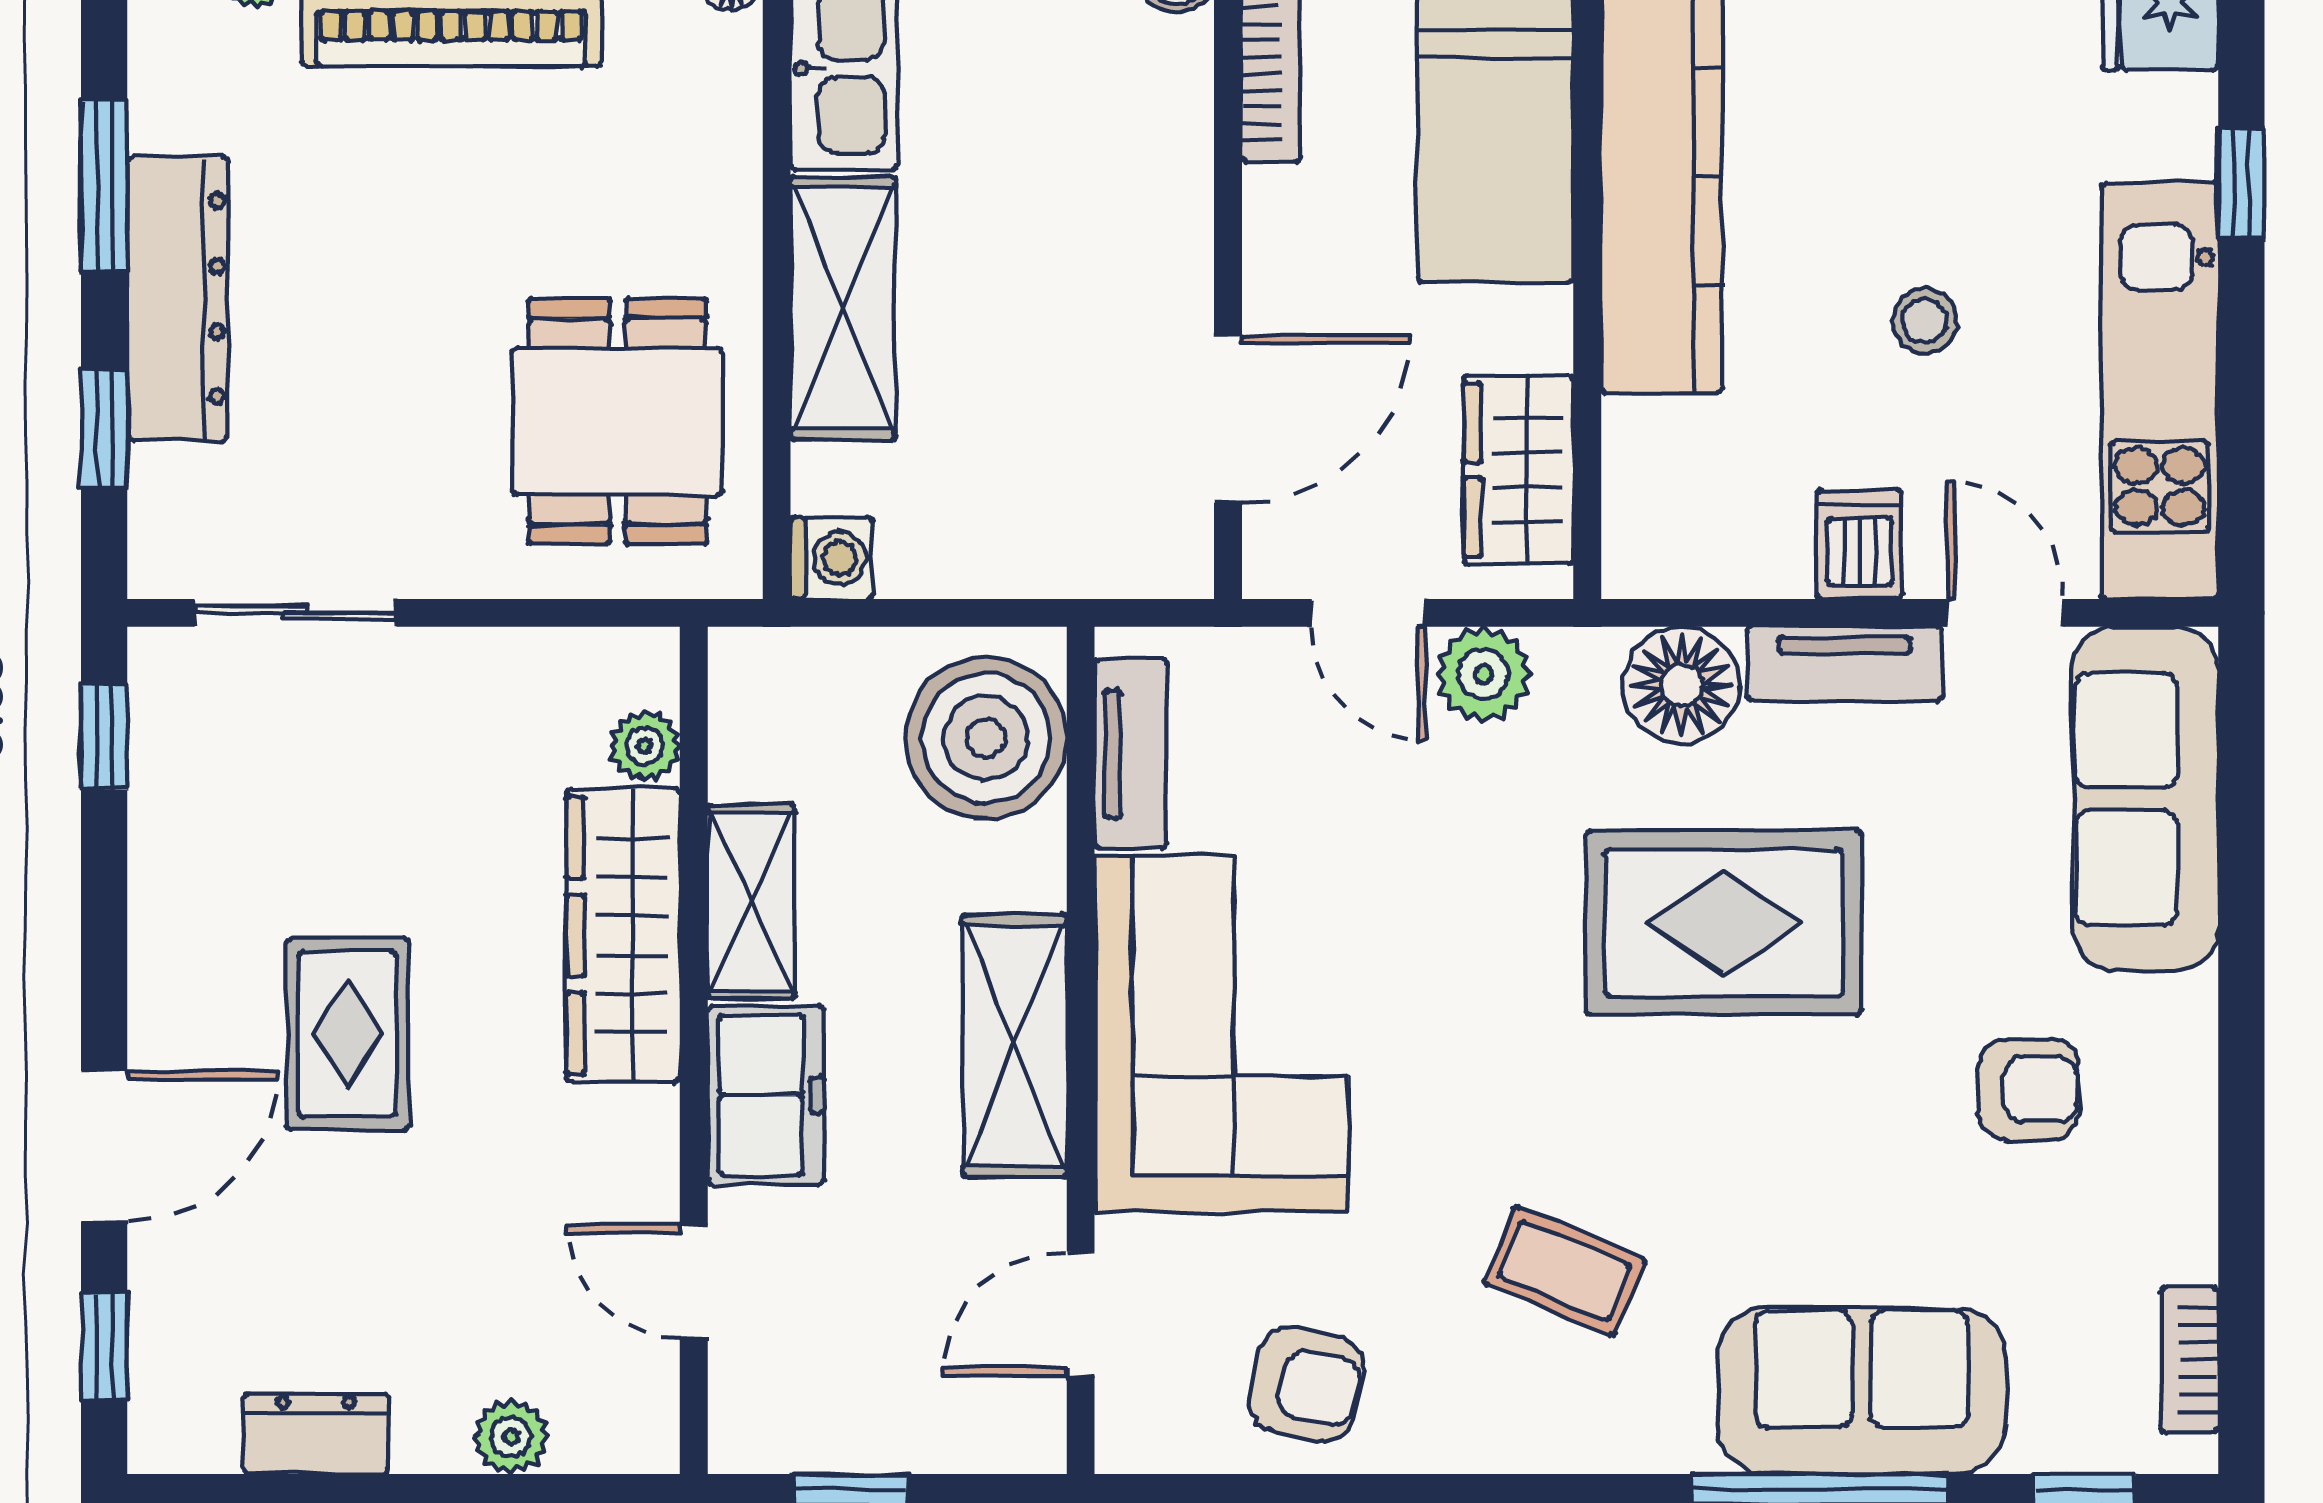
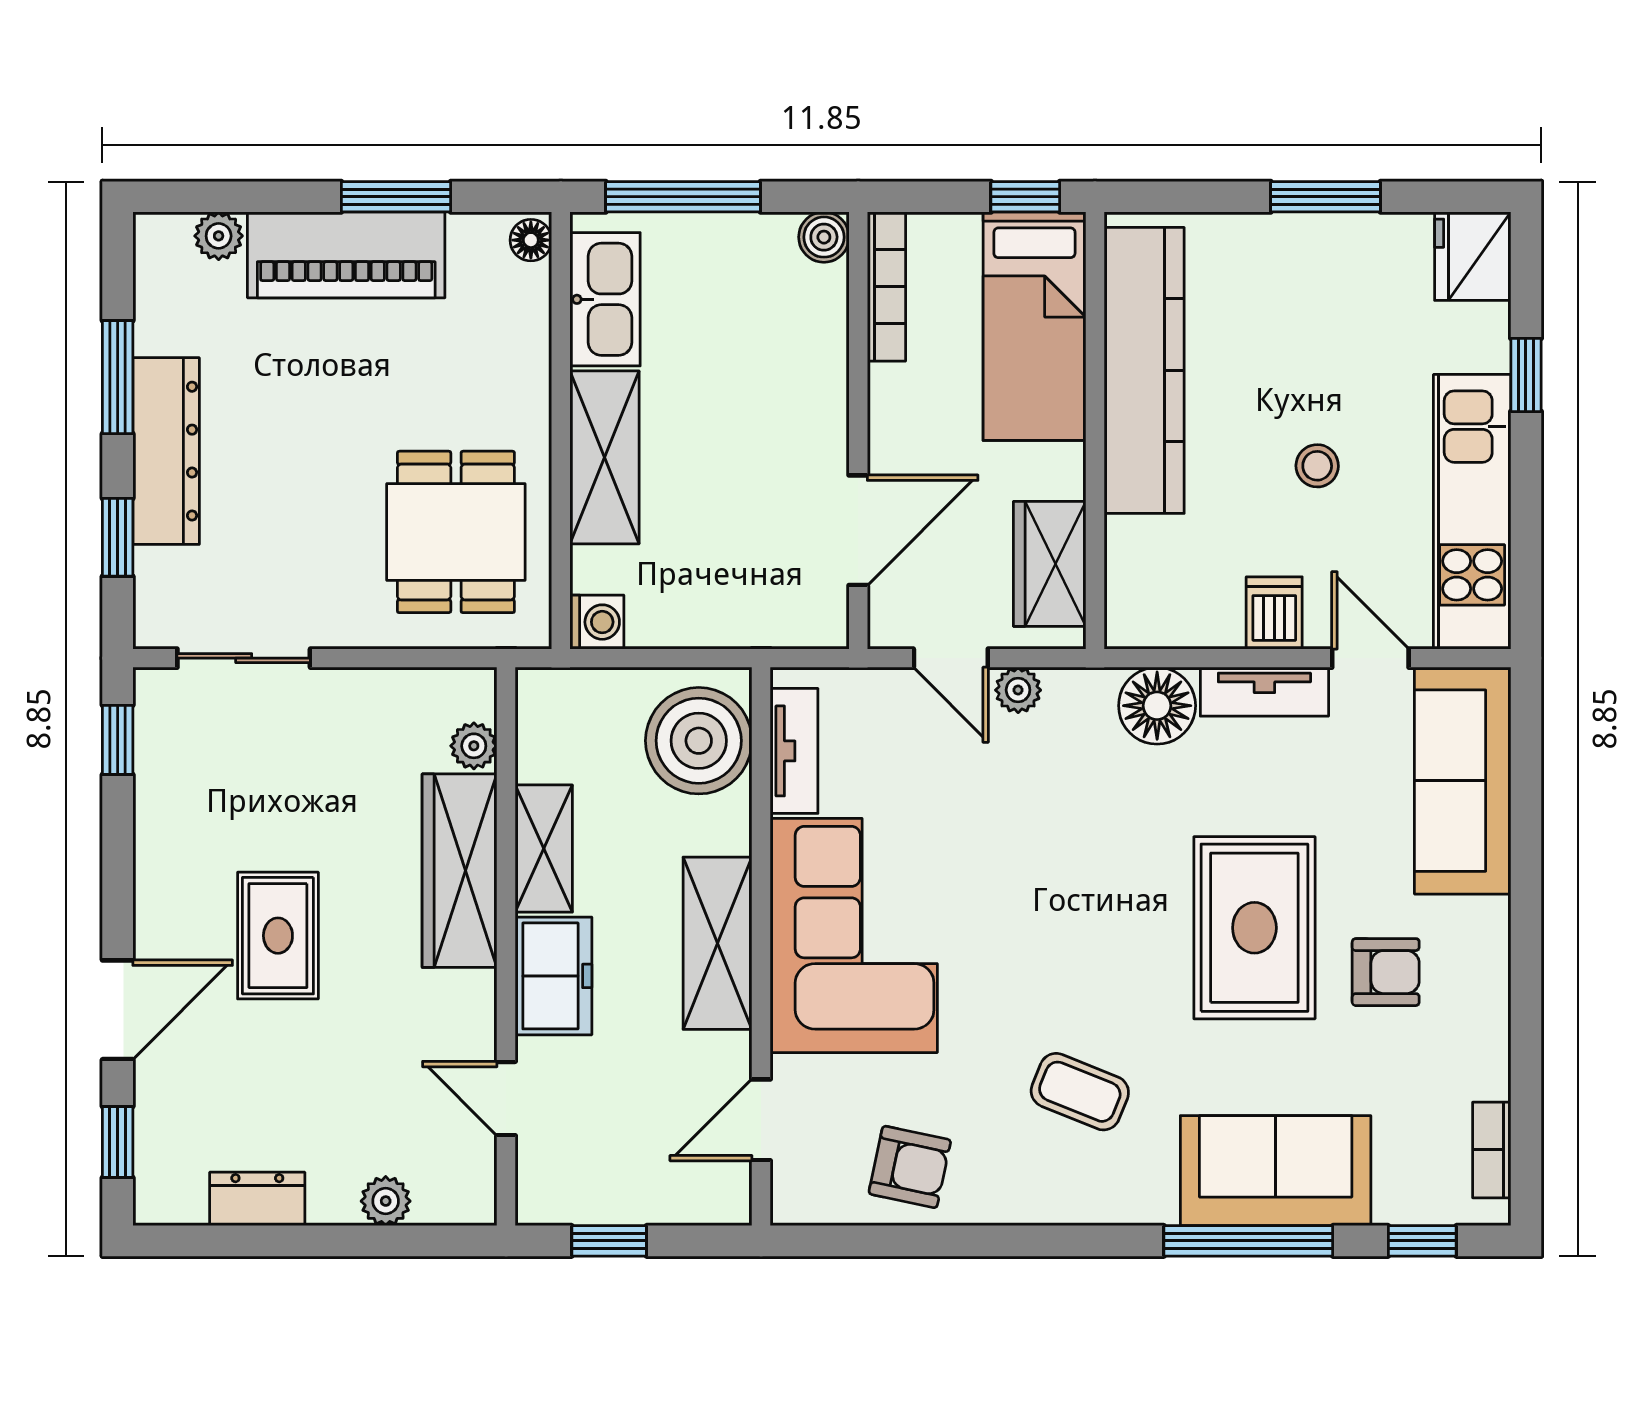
plant: (1484, 674) -> (1018, 690), width x0.73, depth x0.73
rug: (1724, 923) -> (1254, 928), moved, turned 90

